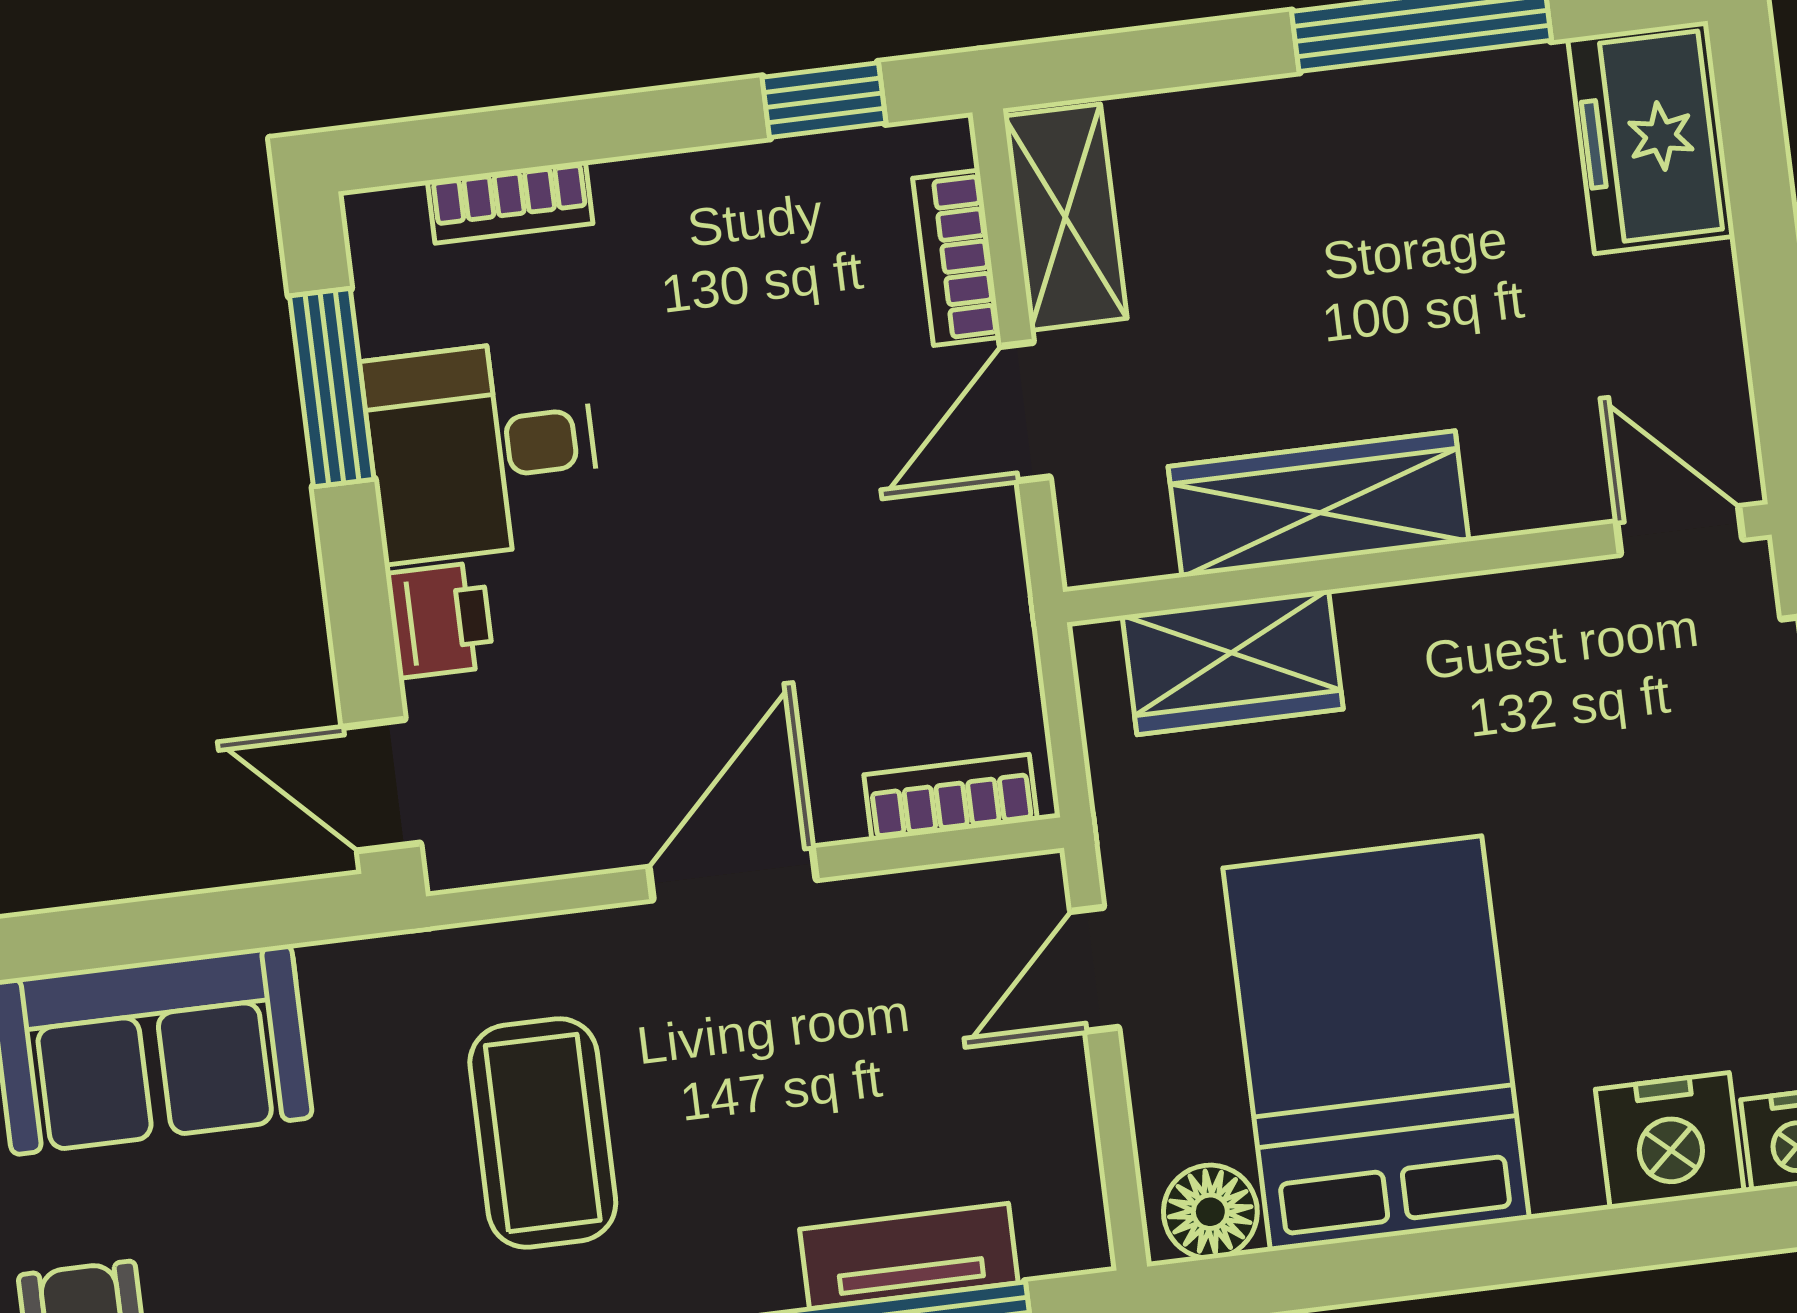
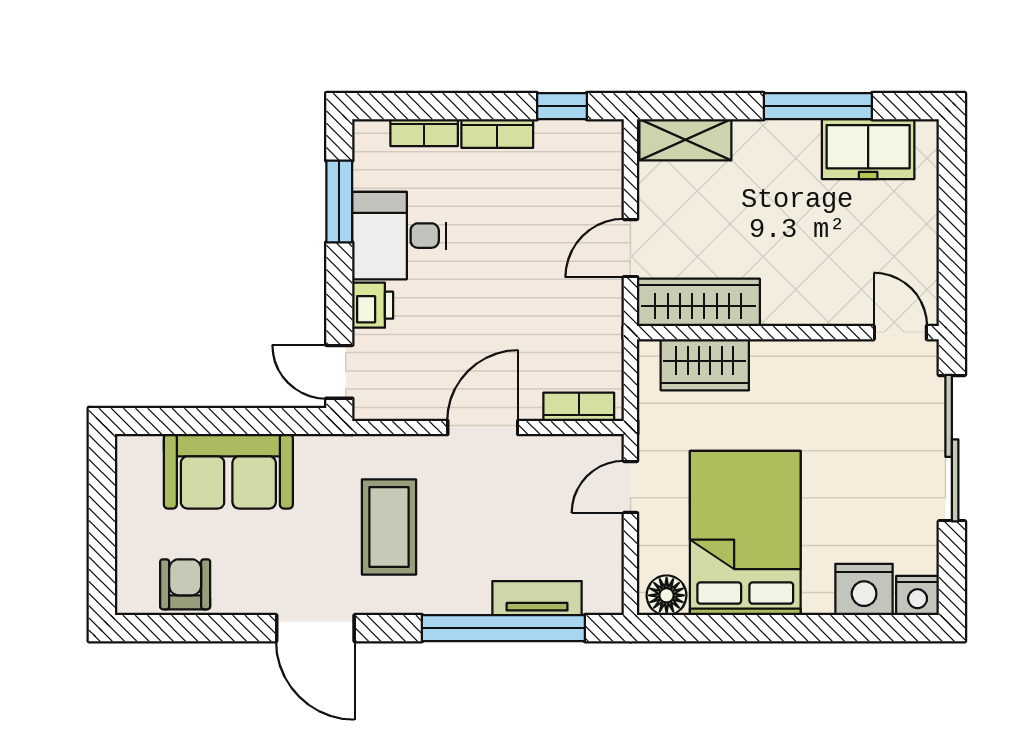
freezer: (1651, 137) -> (868, 149), moved, turned -90
shelving: (1065, 217) -> (685, 140), moved, turned 90
bookcase: (957, 258) -> (497, 133), moved, turned -90
wardrobe: (1319, 504) -> (698, 302), moved

